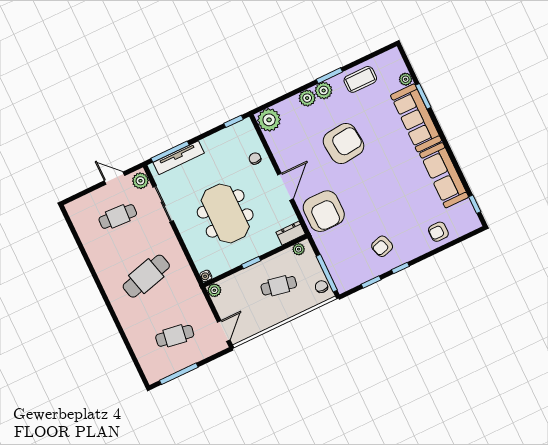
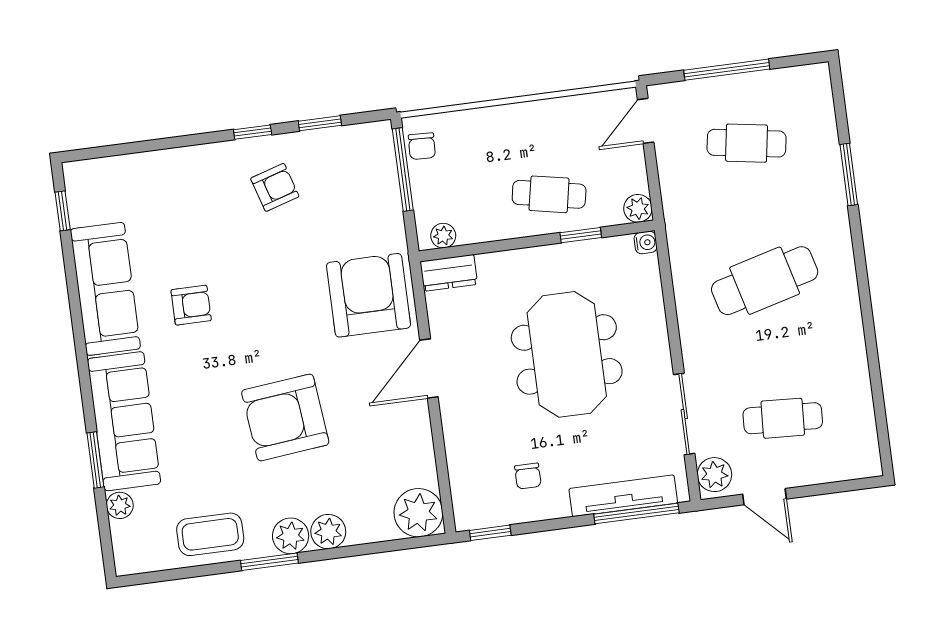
chair: (255, 158) -> (528, 476), moved
armchair: (438, 232) -> (191, 305), moved
window: (251, 263) -> (581, 235), moved
cafe table: (279, 286) -> (549, 194), moved
window: (124, 337) -> (849, 174), added
window: (179, 374) -> (727, 70), moved

